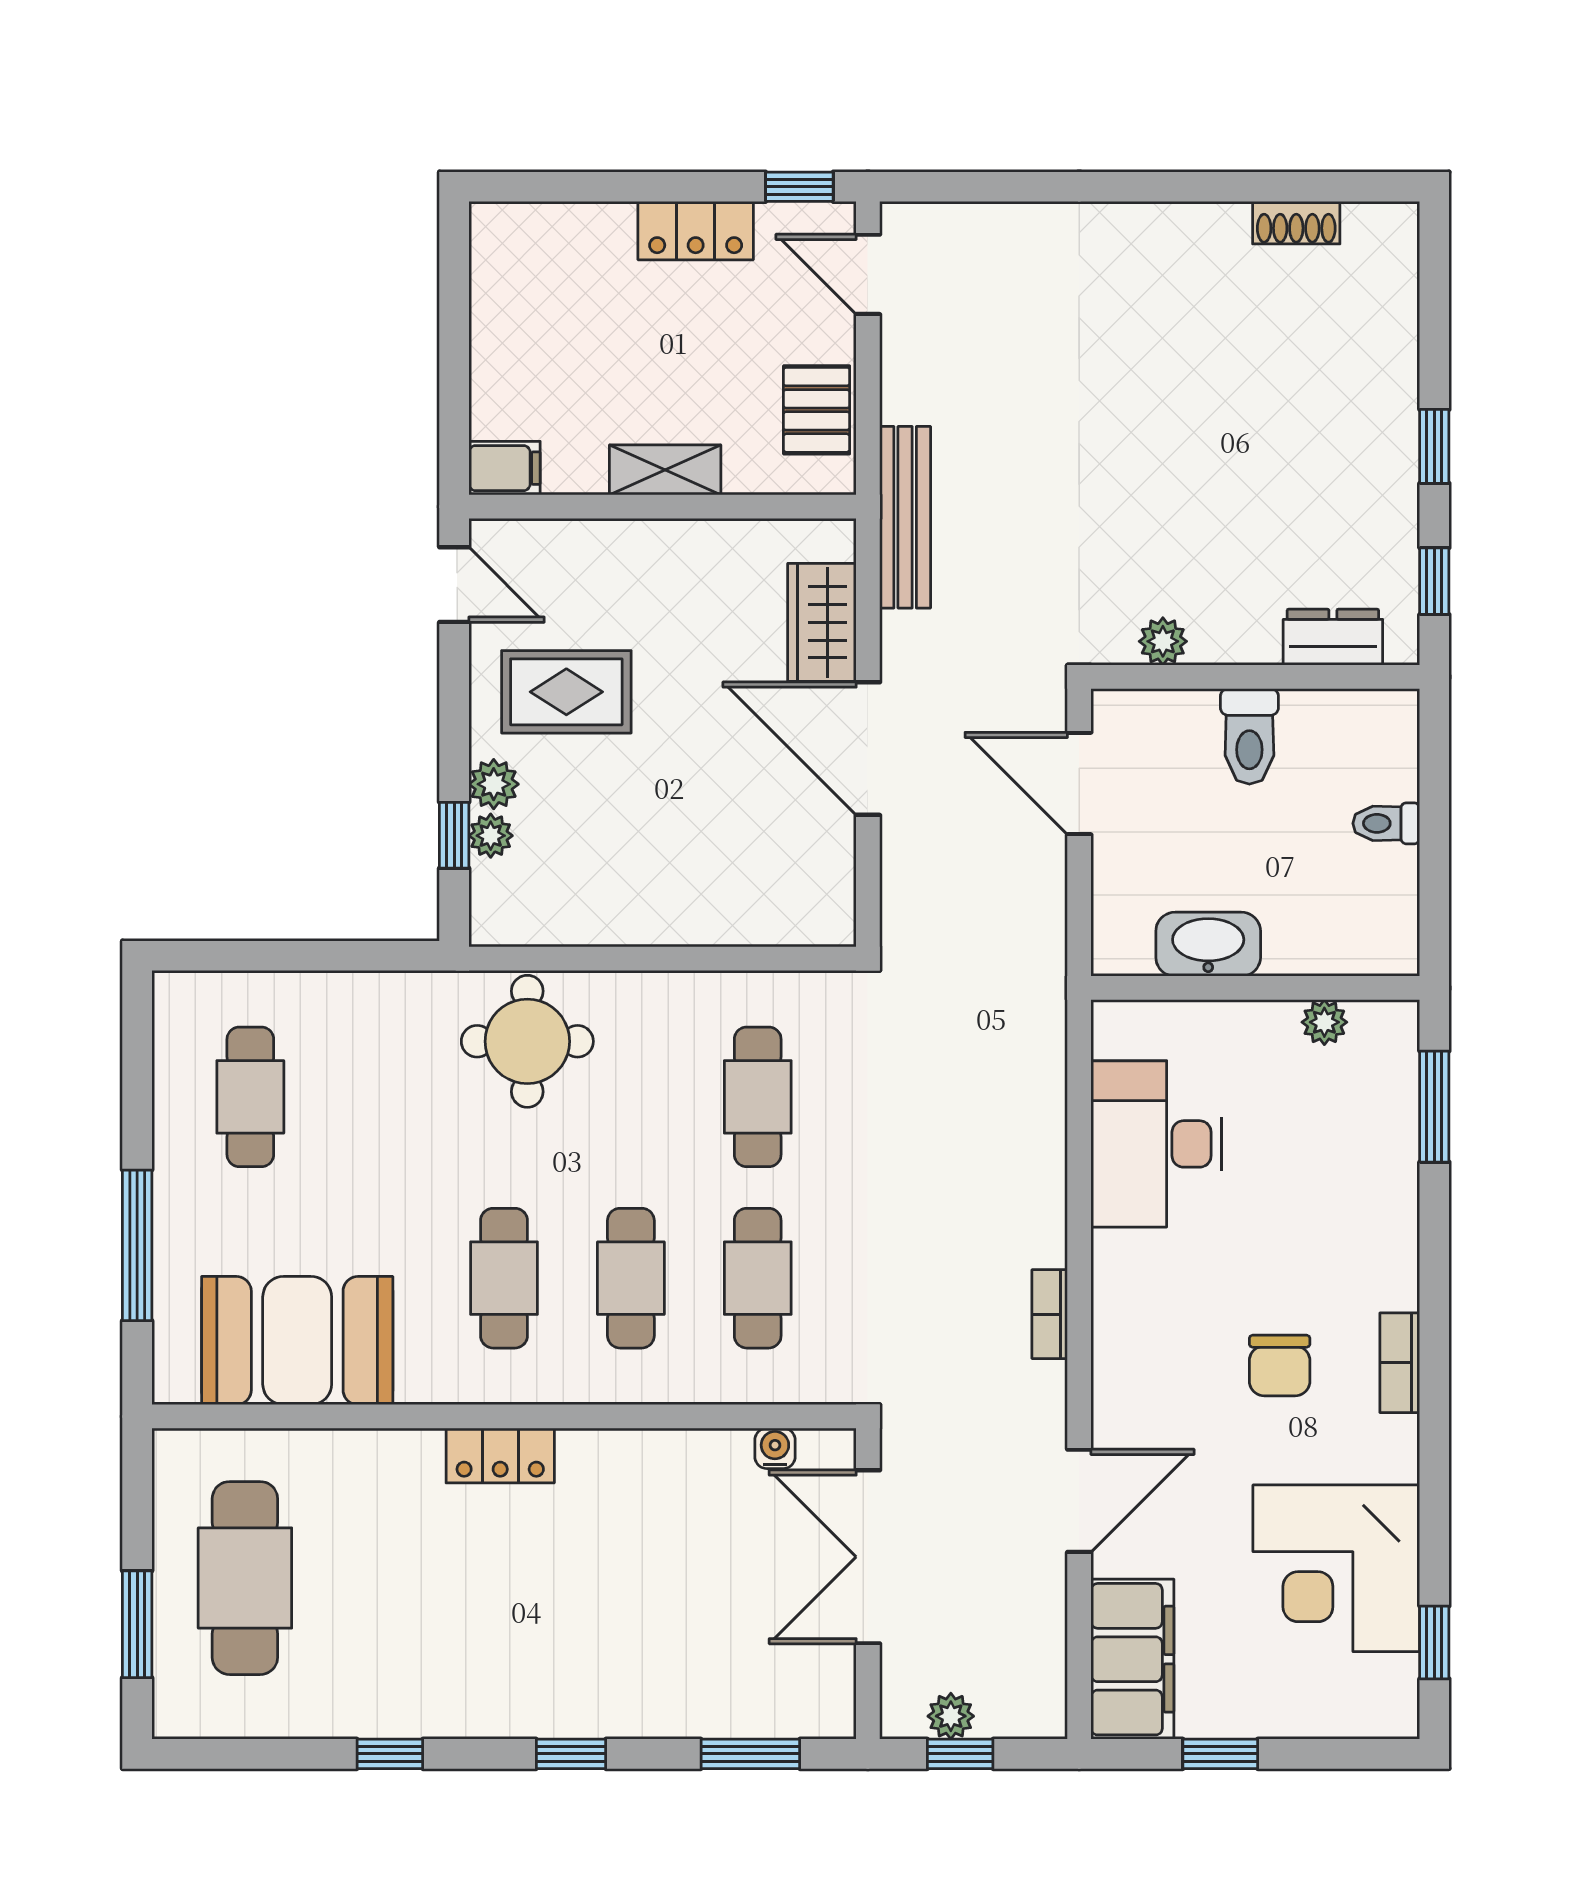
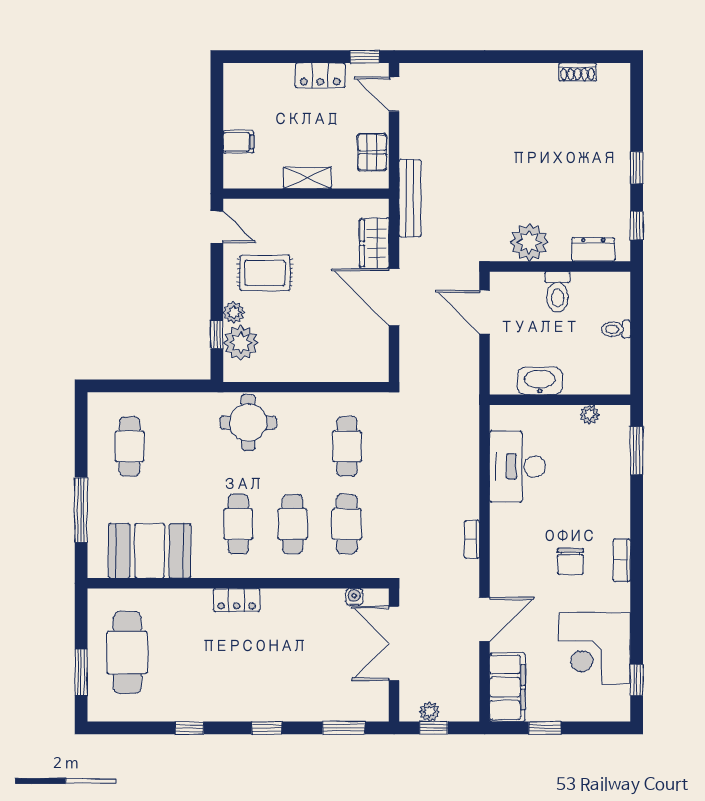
filing cabinet: (505, 468) -> (238, 142), moved
plant: (1163, 641) -> (529, 242), width x1.88, depth x1.88
plant: (491, 836) -> (241, 343), width x1.88, depth x1.88

